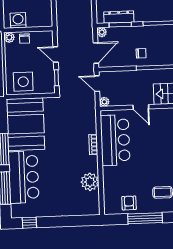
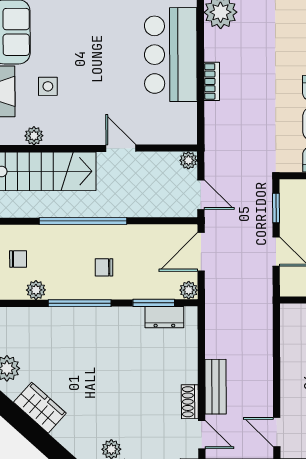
dresser: (119, 17) -> (164, 317), width x0.70
chair: (141, 53) -> (104, 267), moved
bar counter: (115, 140) -> (171, 55), moved

